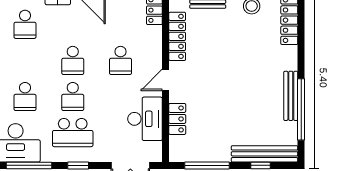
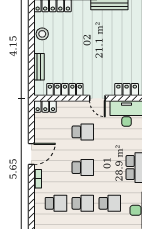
school desk: (73, 96) -> (83, 203), moved

